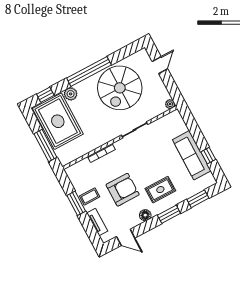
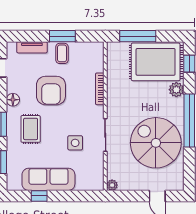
side table: (153, 150) -> (75, 143), added

